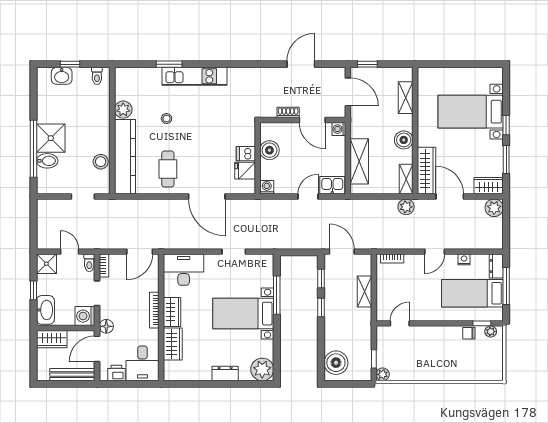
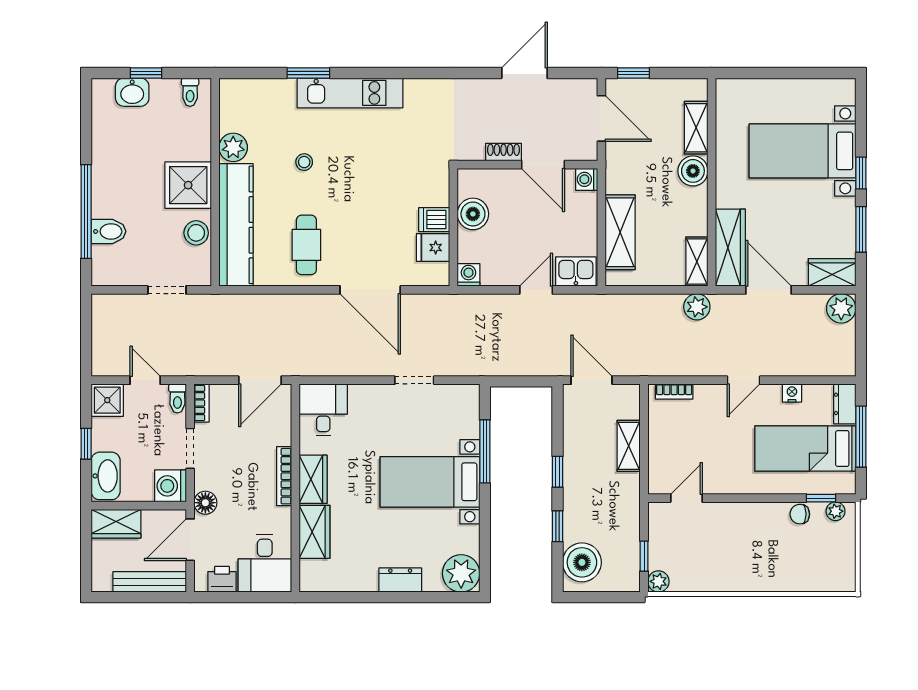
shower: (51, 138) -> (188, 185), moved
boiler: (404, 140) -> (693, 171), moved
desk: (184, 270) -> (323, 410), width x0.73
window: (321, 278) -> (557, 526), moved

